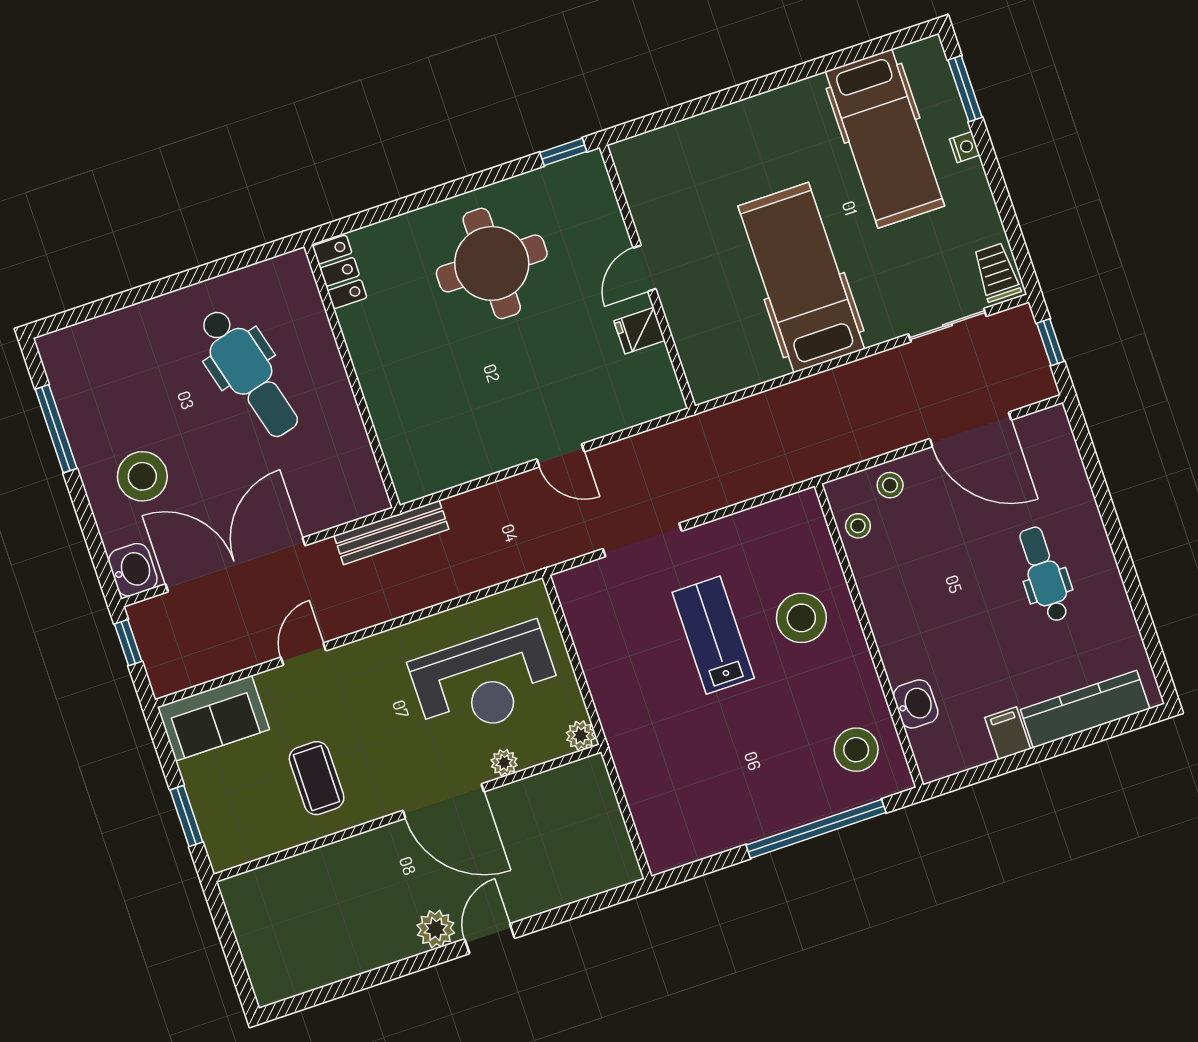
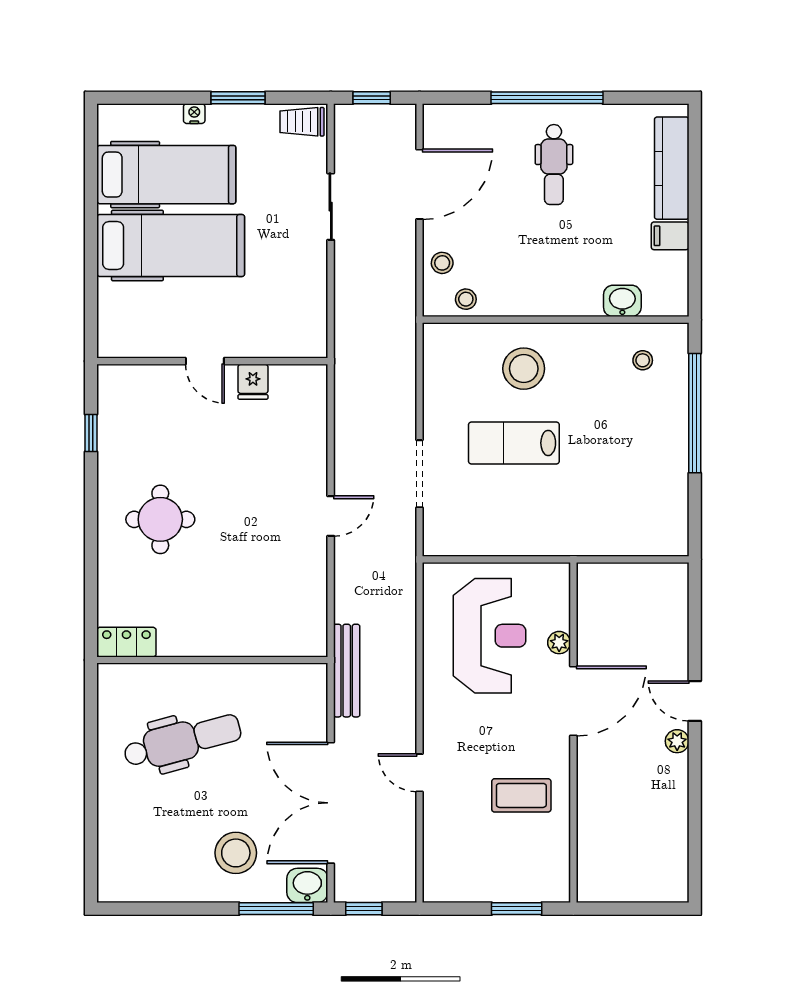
window: (965, 89) -> (238, 98), moved
round table: (492, 263) -> (160, 519), width x0.73, depth x0.73
door: (645, 268) -> (205, 361), moved
wall: (647, 277) -> (212, 361), moved
hospital bed: (801, 278) -> (171, 245), moved, turned 180
sliding door: (947, 325) -> (331, 207), moved
fridge: (639, 331) -> (253, 382), moved
window: (56, 429) -> (276, 909), moved
window: (1117, 541) -> (547, 98), added
dental chair: (1044, 574) -> (554, 165), turned -90
sofa: (213, 718) -> (446, 861), removed
plant: (581, 735) -> (558, 575), removed
stool: (856, 750) -> (643, 360), width x0.53, depth x0.53
plant: (436, 929) -> (677, 741), width x0.73, depth x0.73

